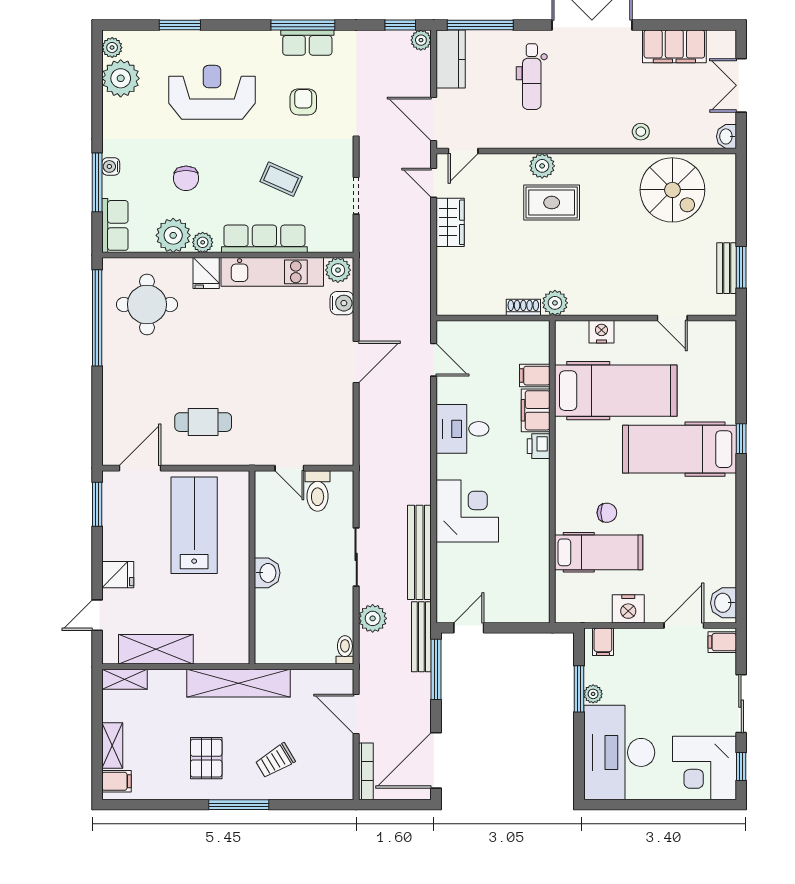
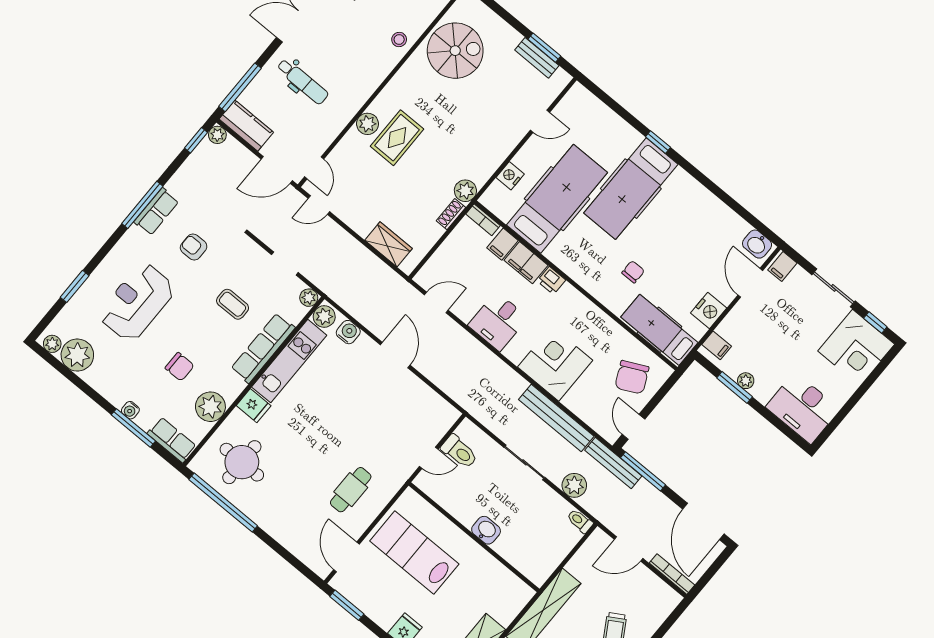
coffee table: (281, 179) -> (233, 304), turned 66
wardrobe: (450, 222) -> (389, 244), moved
plant: (203, 242) -> (309, 298), moved
bookcase: (542, 340) -> (483, 220), added
hospital bed: (599, 552) -> (659, 330), moved, turned -90
chair: (512, 590) -> (632, 377), added
desk: (619, 752) -> (803, 408), width x0.73, depth x0.77

